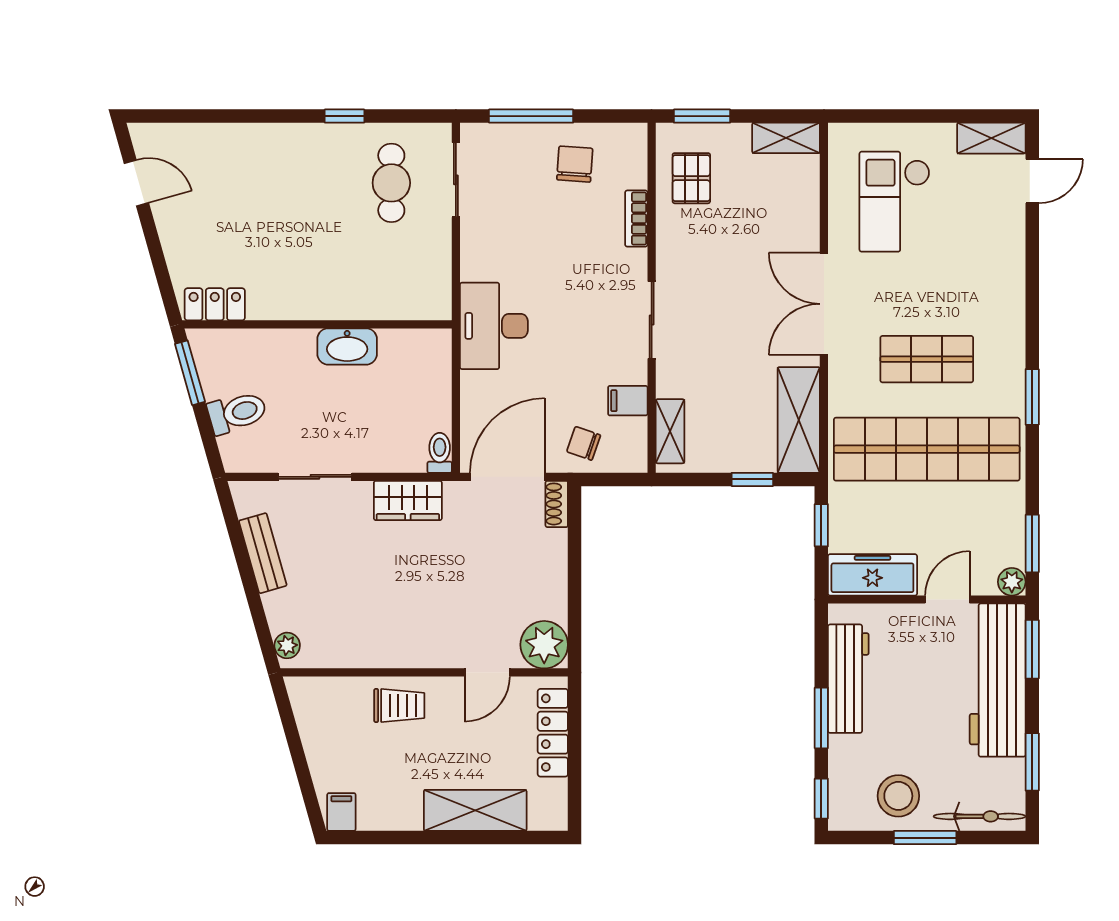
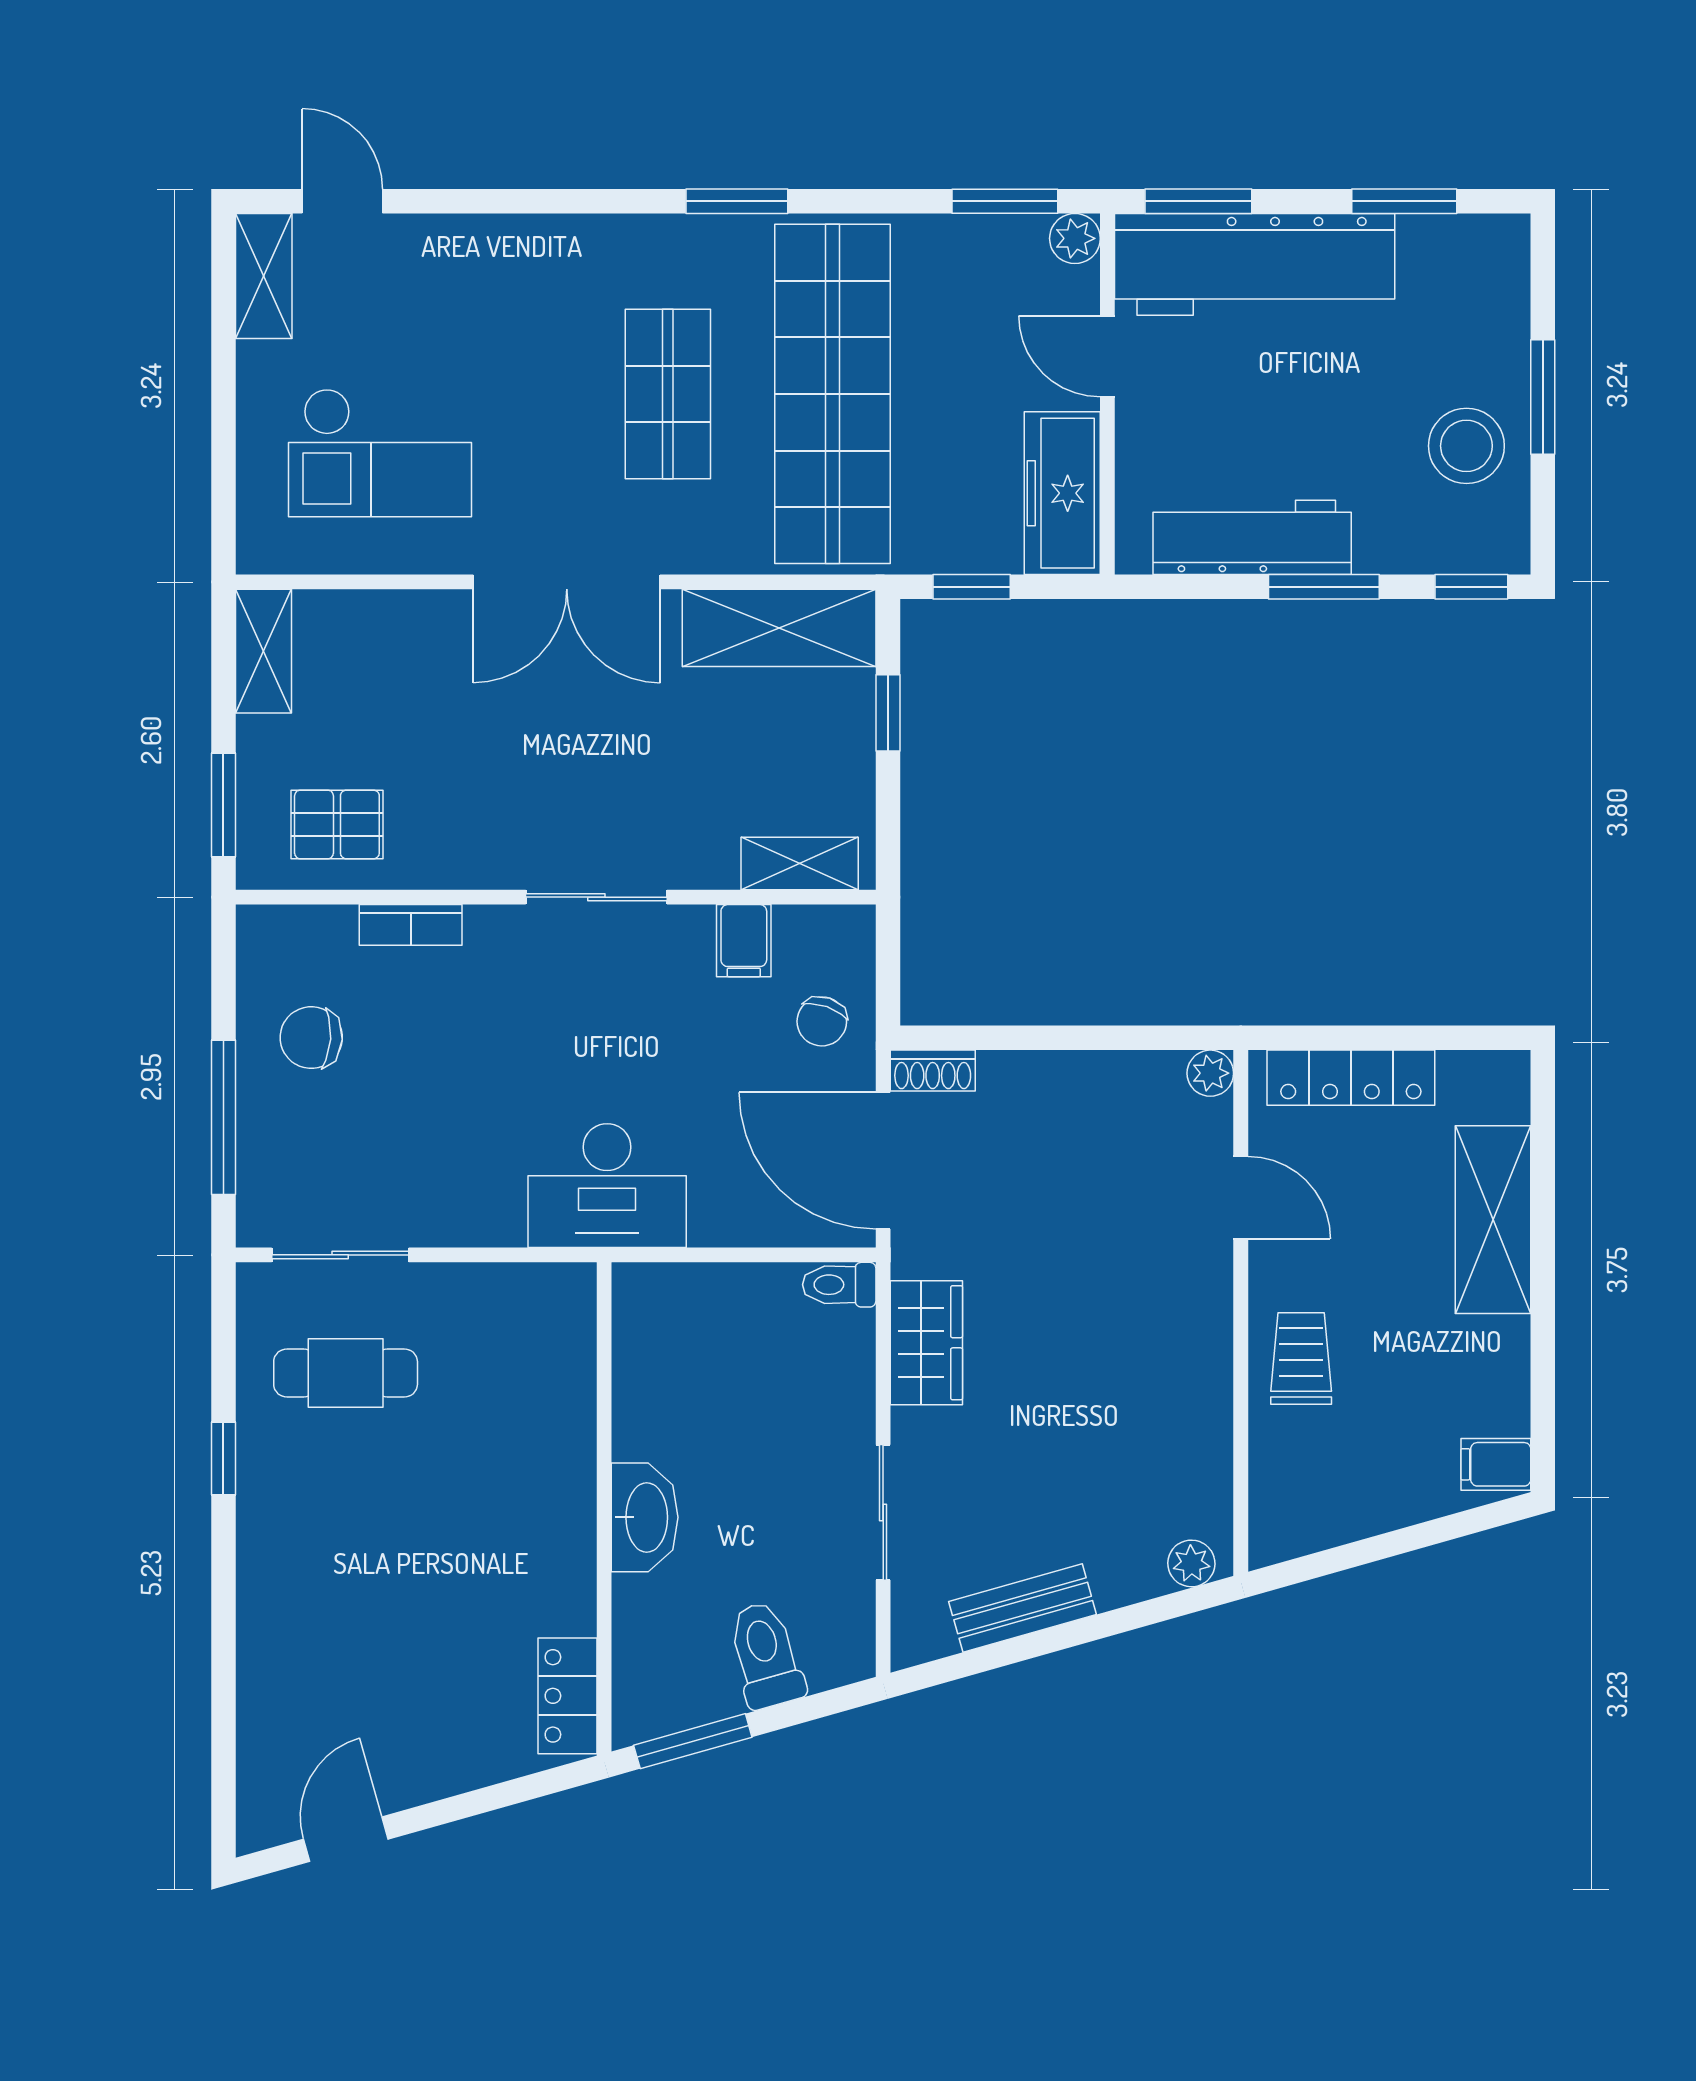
washbasin: (347, 346) -> (645, 1517), moved
plant: (544, 645) -> (1210, 1073), width x0.53, depth x0.53
bicycle: (980, 816) -> (1504, 297), removed

